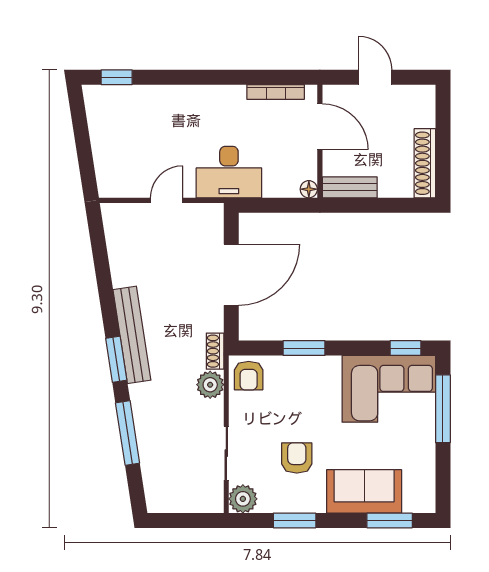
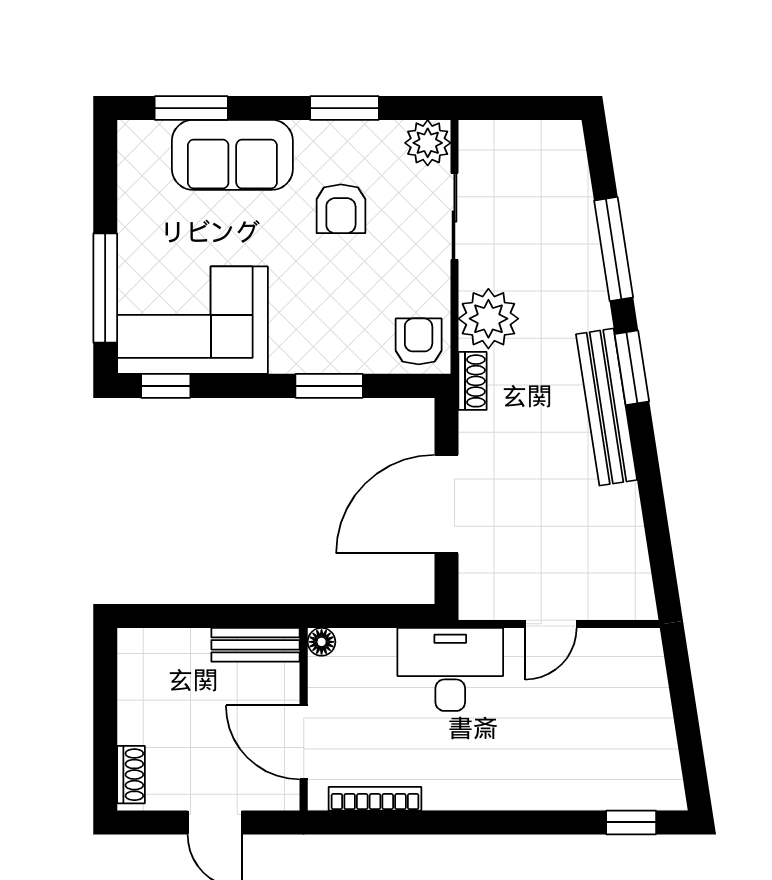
shoe rack: (425, 163) -> (131, 775), moved, width x0.51, depth x0.81
plant: (210, 385) -> (488, 319), width x1.36, depth x1.36

